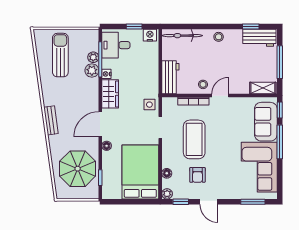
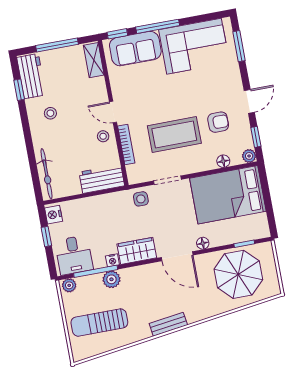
stool: (219, 37) -> (50, 113), moved
plant: (93, 57) -> (69, 285), moved
bench: (51, 120) -> (168, 324), moved

